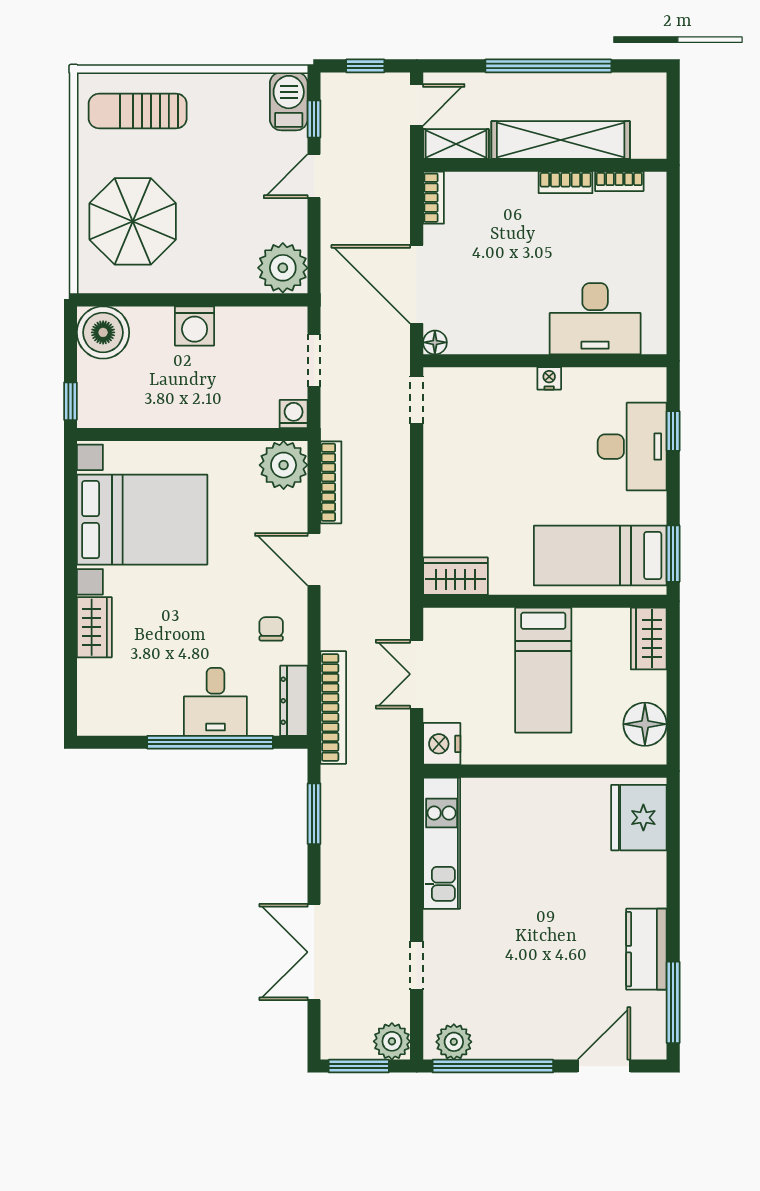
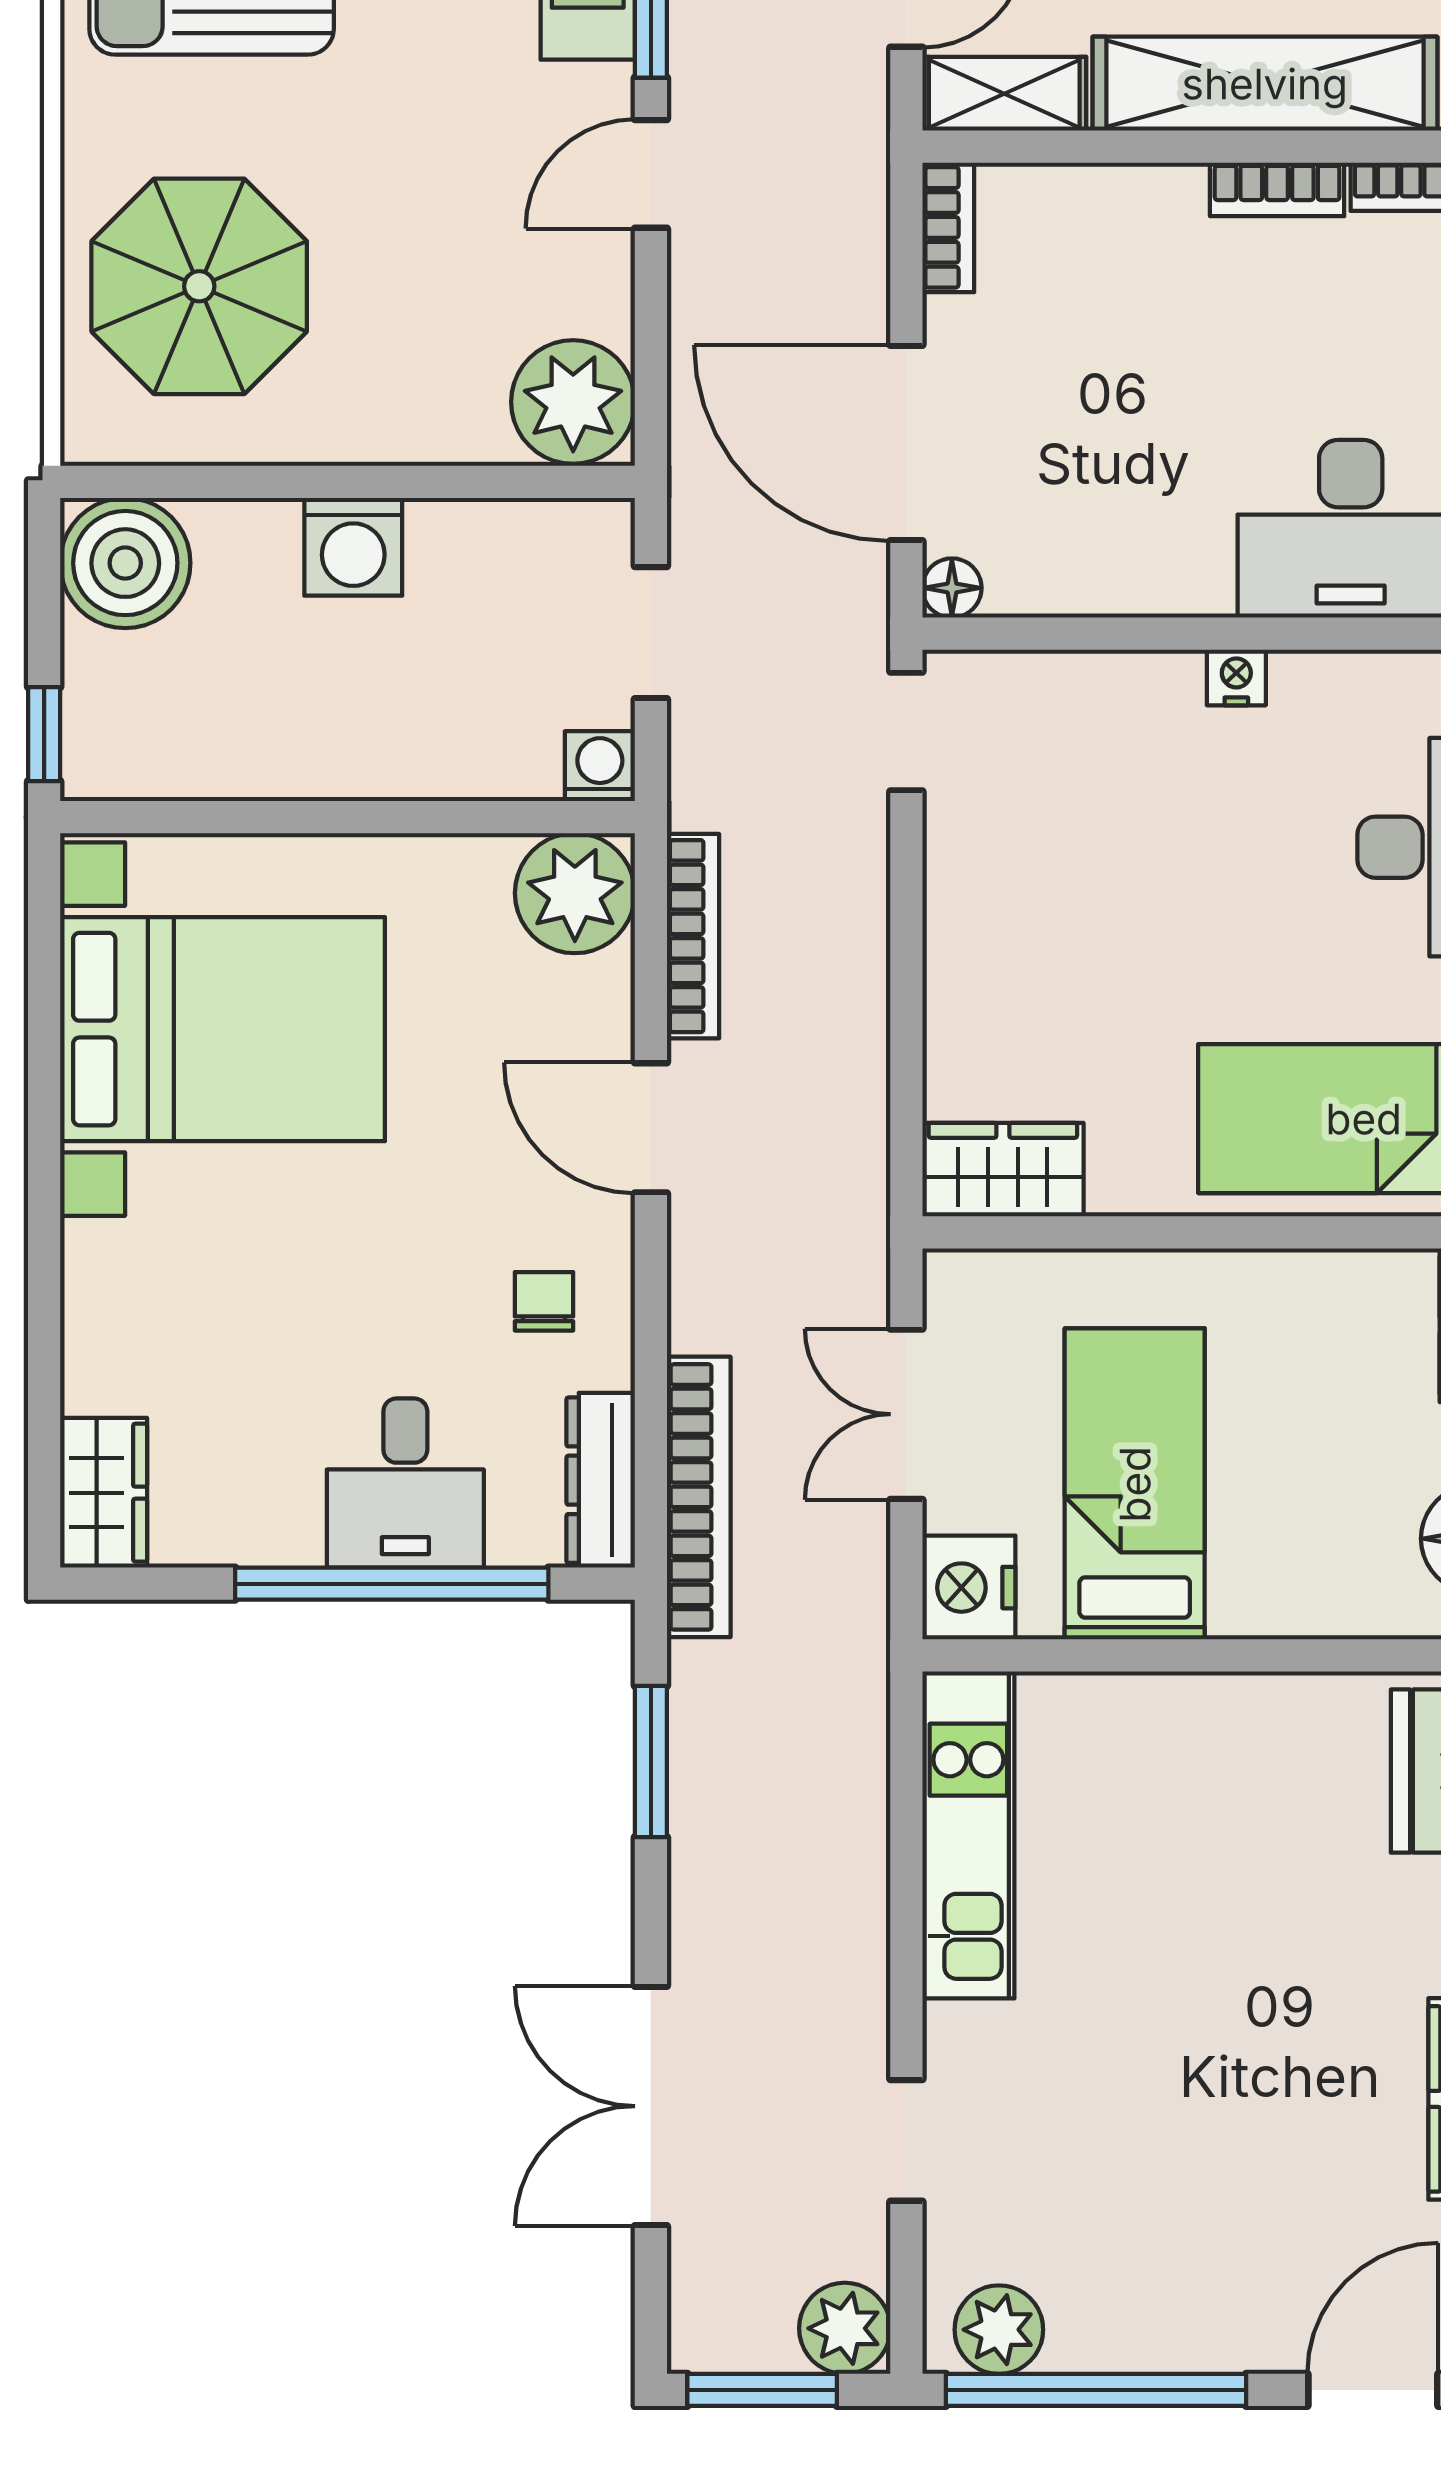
wardrobe: (94, 627) -> (104, 1493), moved
bed: (543, 670) -> (1135, 1484), moved, turned 180

